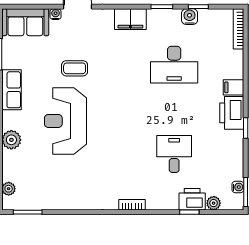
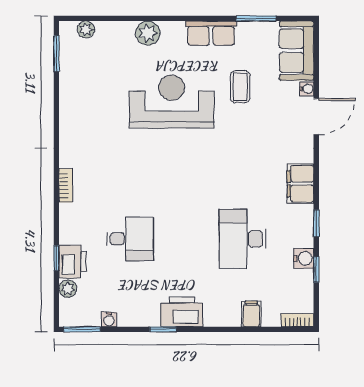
bookcase: (239, 29) -> (297, 320), width x0.64
coffee table: (75, 68) -> (240, 87), moved
filing cabinet: (233, 87) -> (251, 314), moved
water cooler: (238, 187) -> (109, 319), moved

